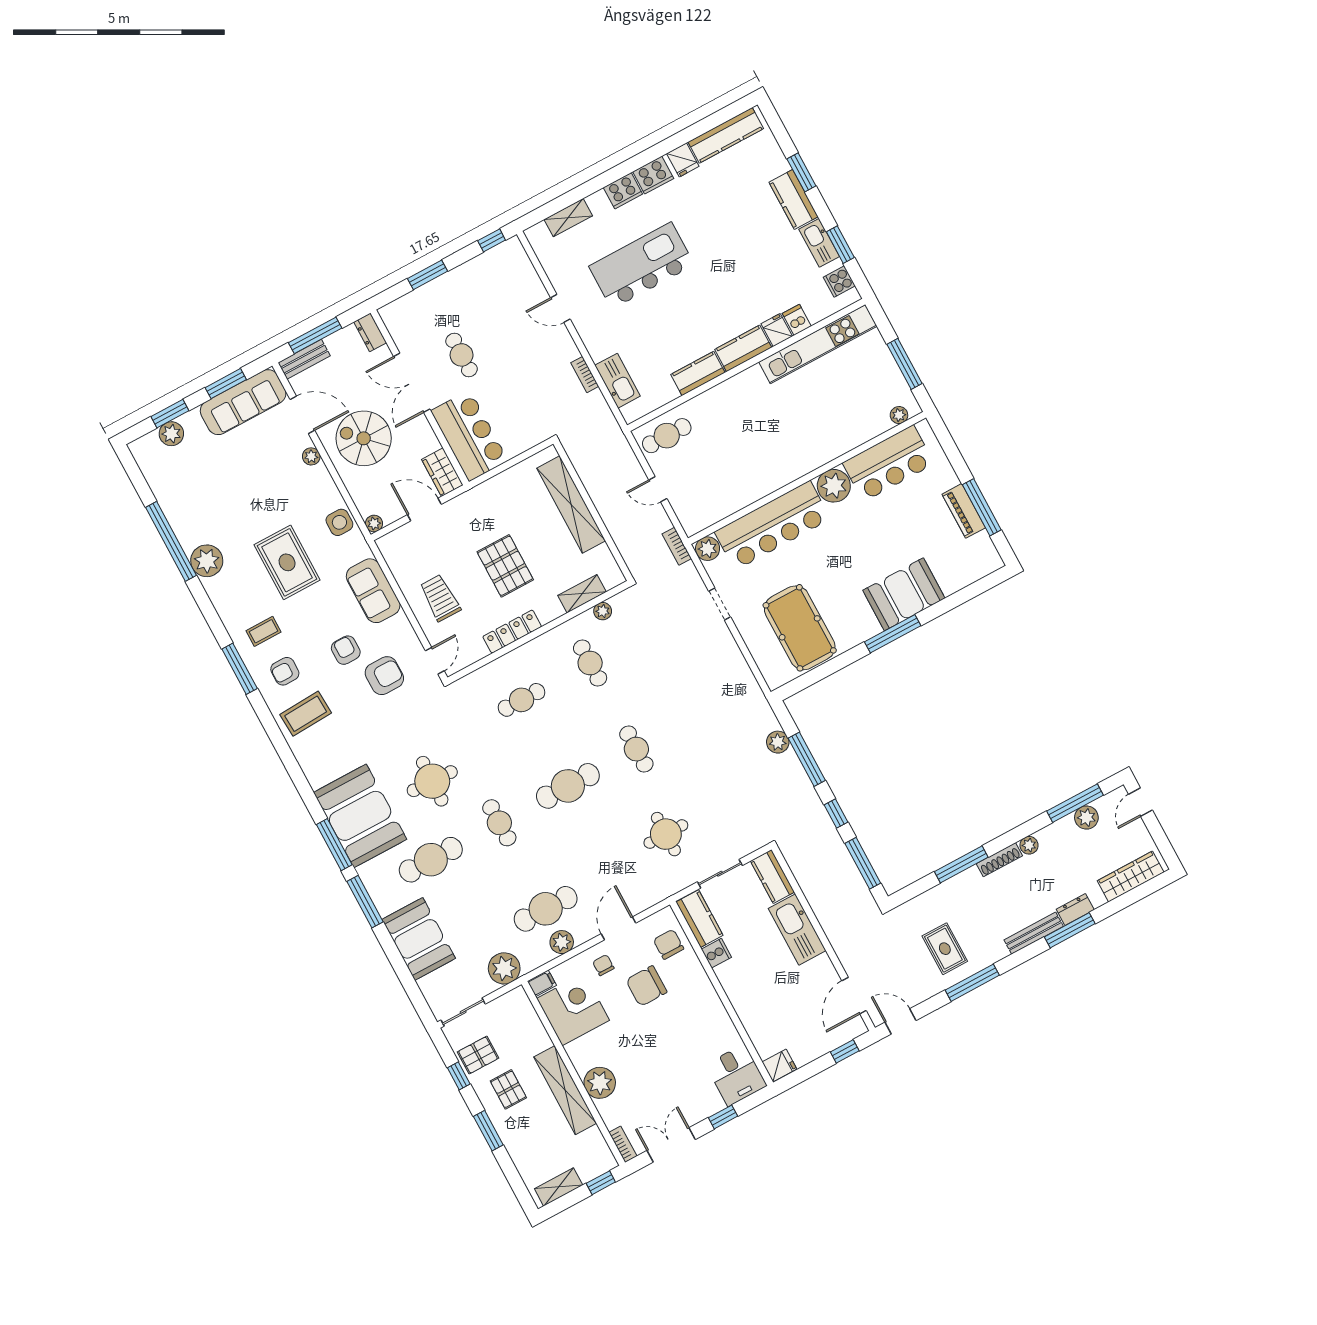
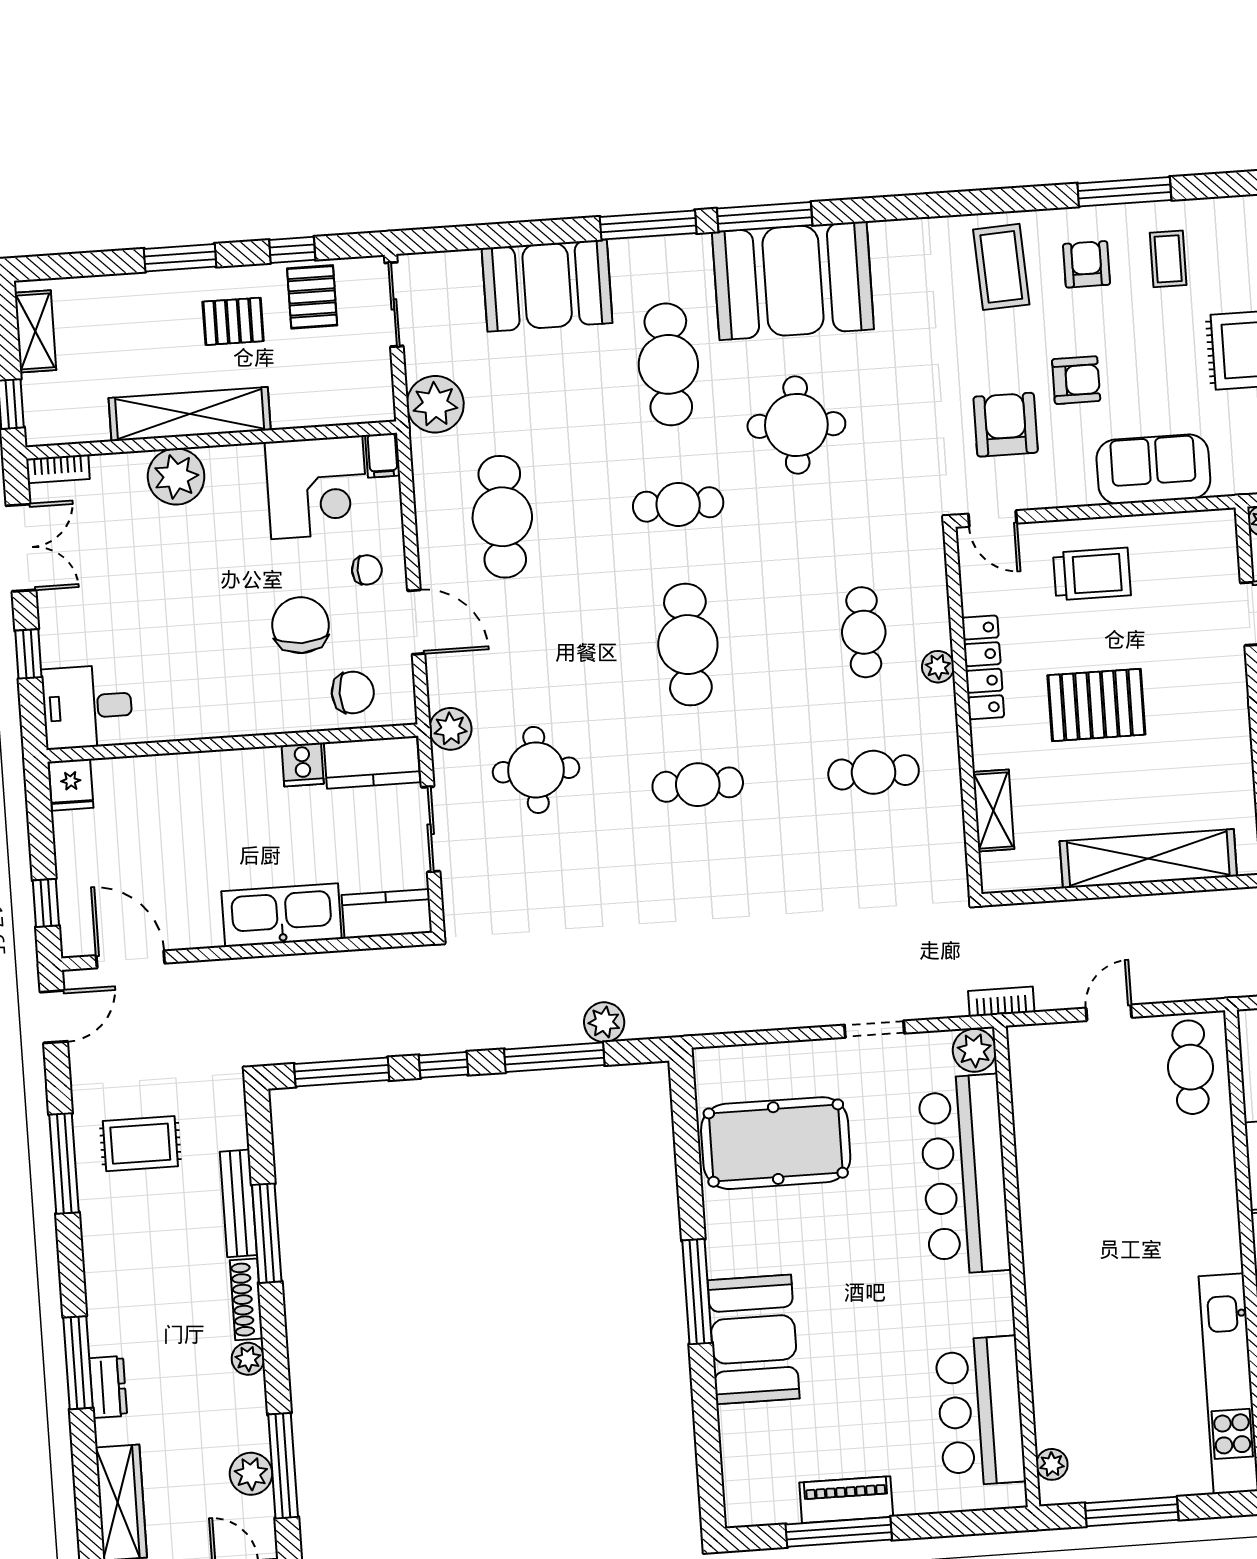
plant: (834, 486) -> (984, 1305), removed
plant: (603, 611) -> (938, 667), moved
armchair: (384, 676) -> (1006, 425), turned 180
bench: (1034, 933) -> (238, 1203), moved
plant: (562, 942) -> (450, 729), moved

